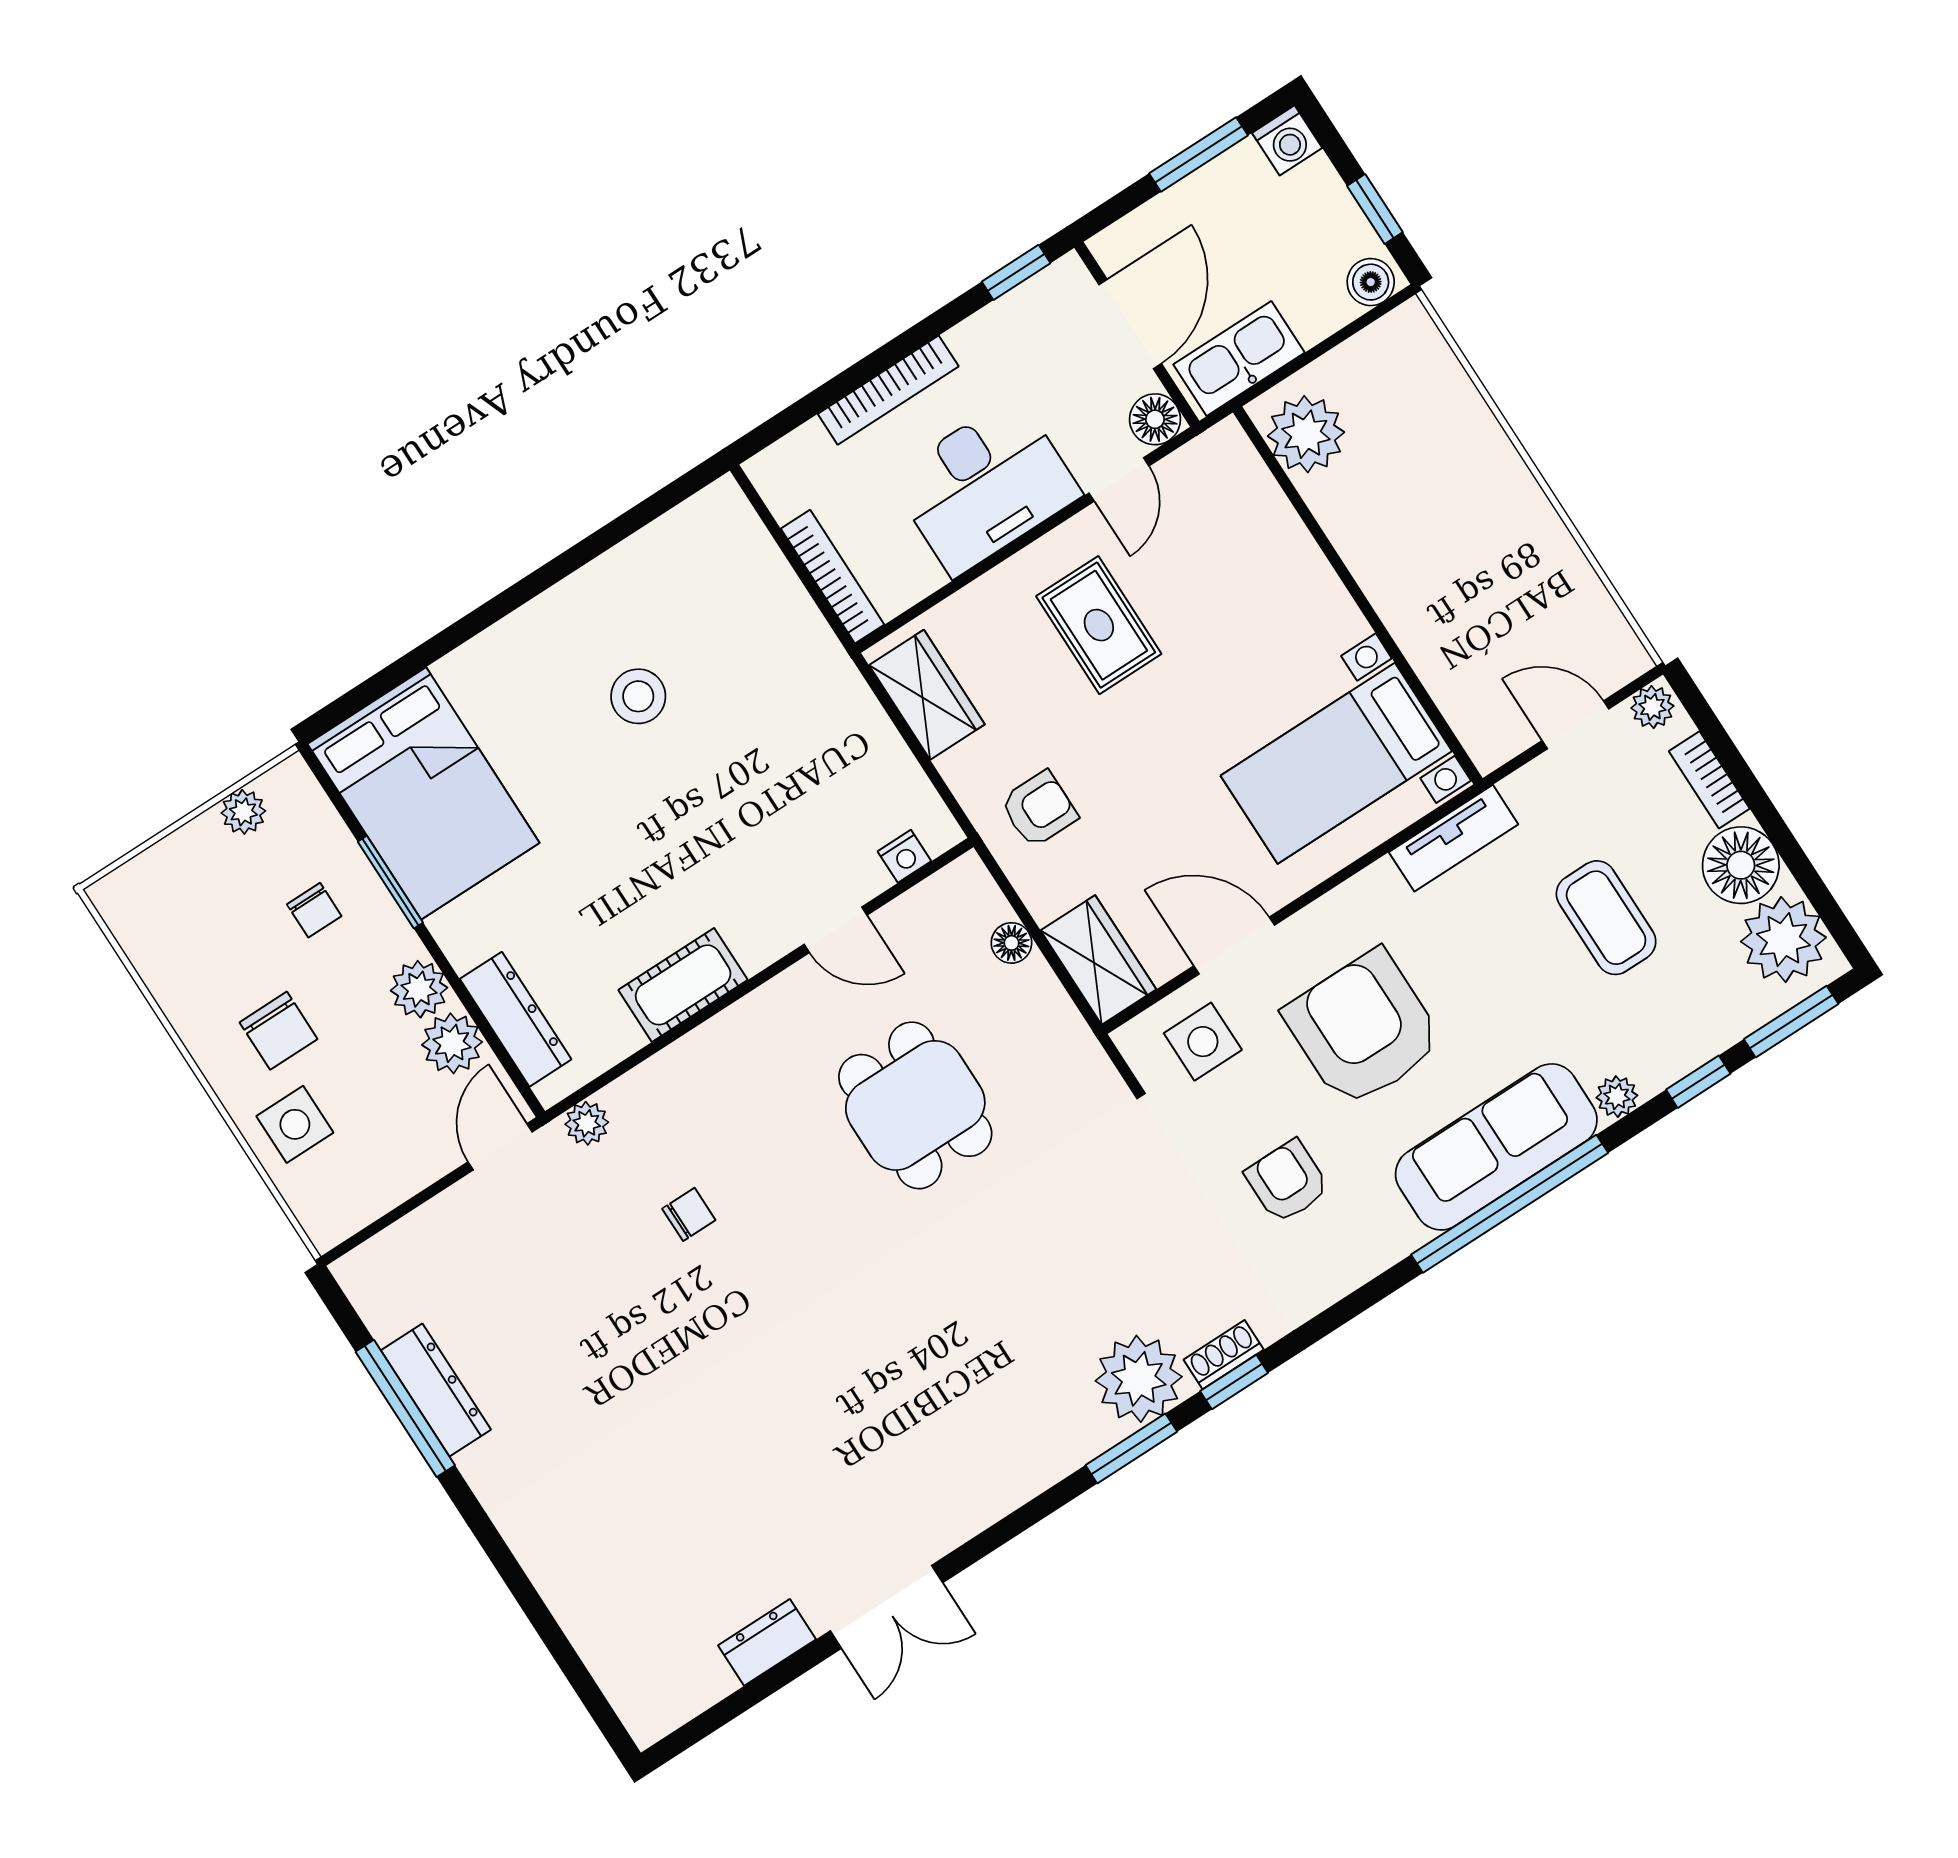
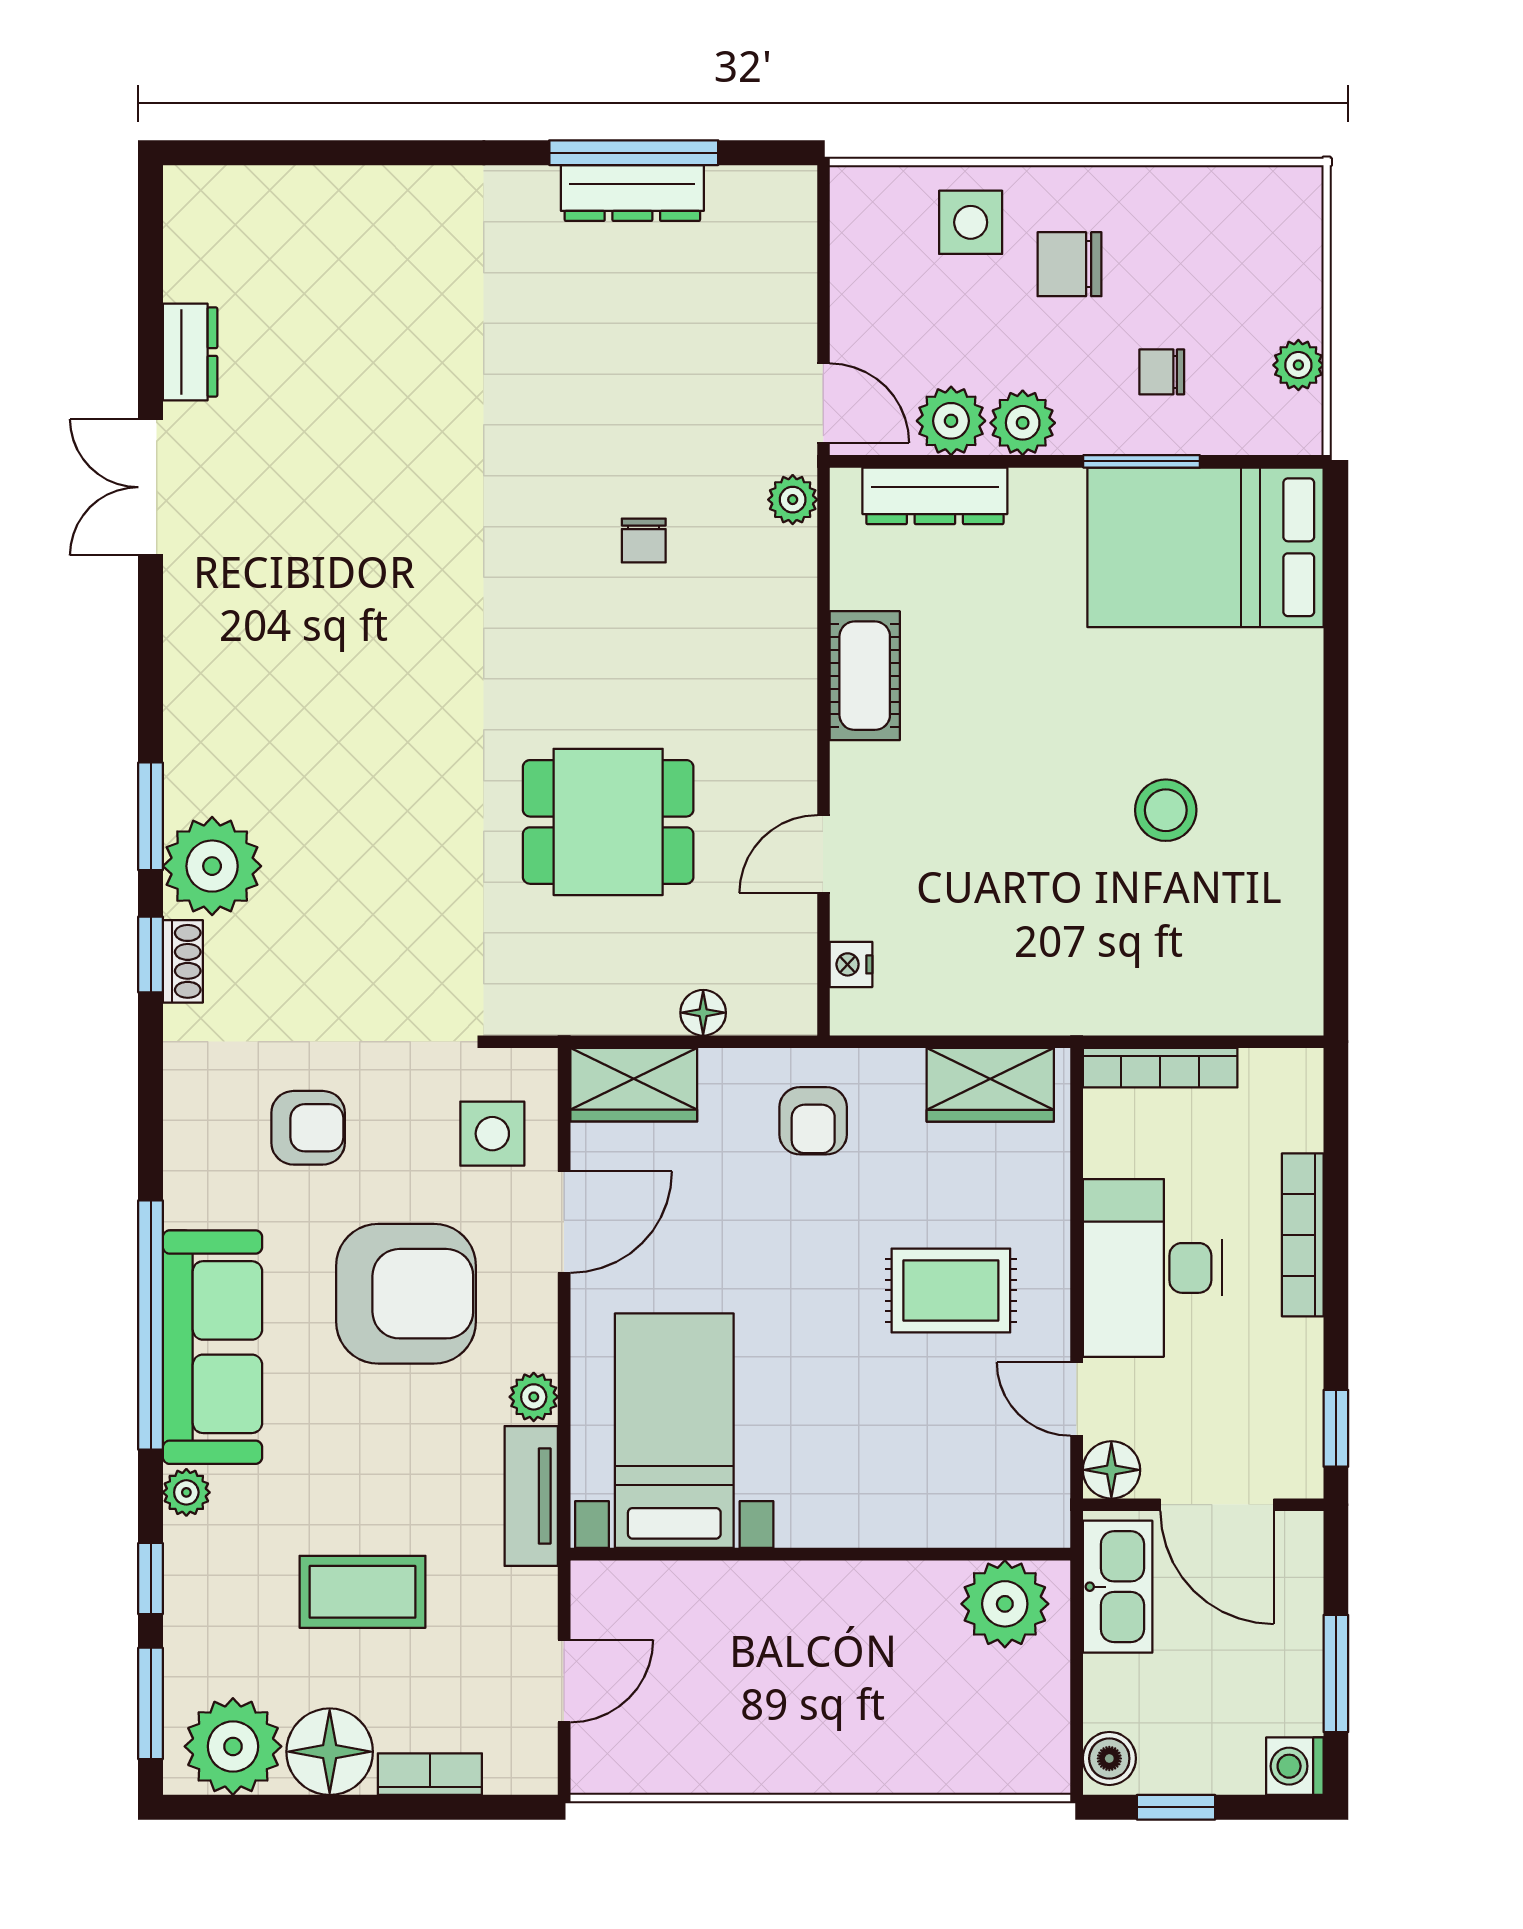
plant: (1652, 707) -> (534, 1397), moved

